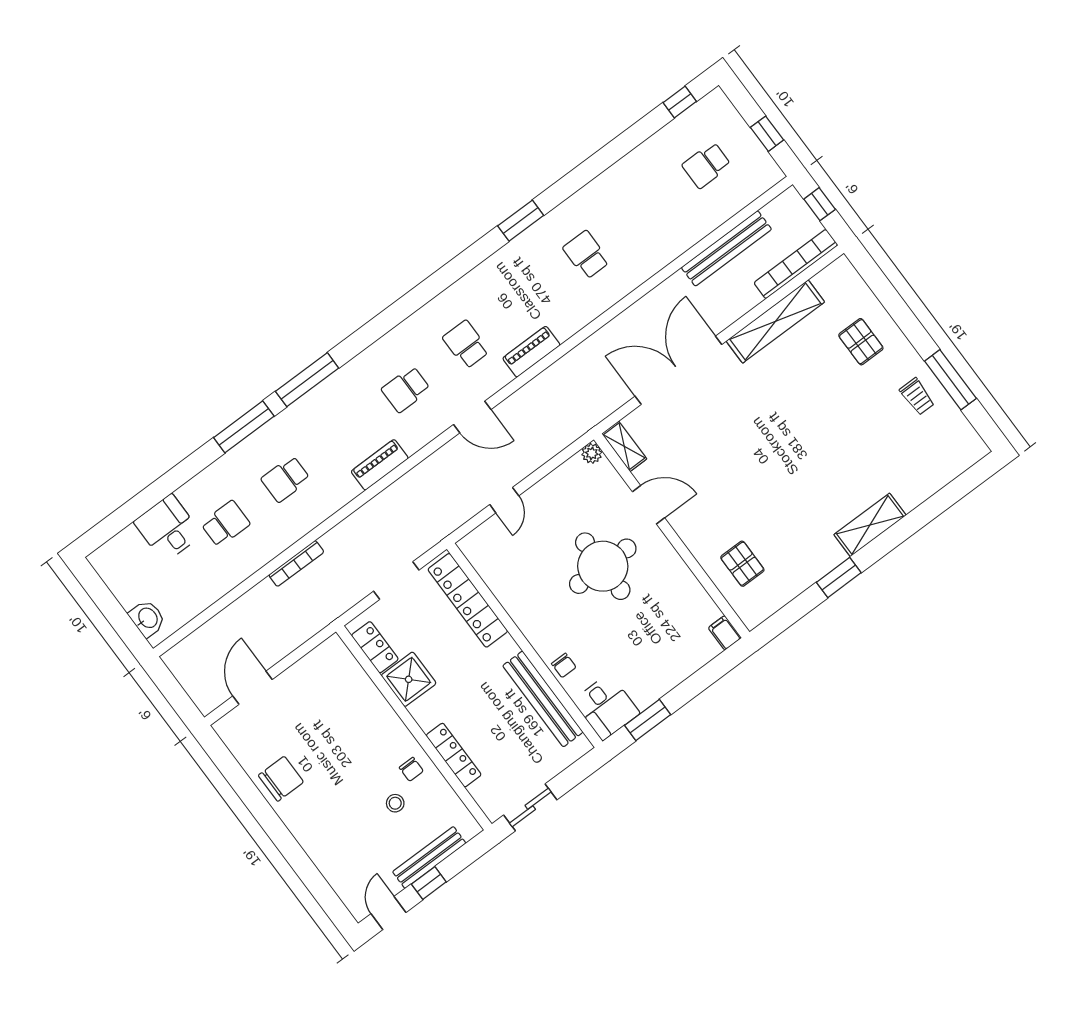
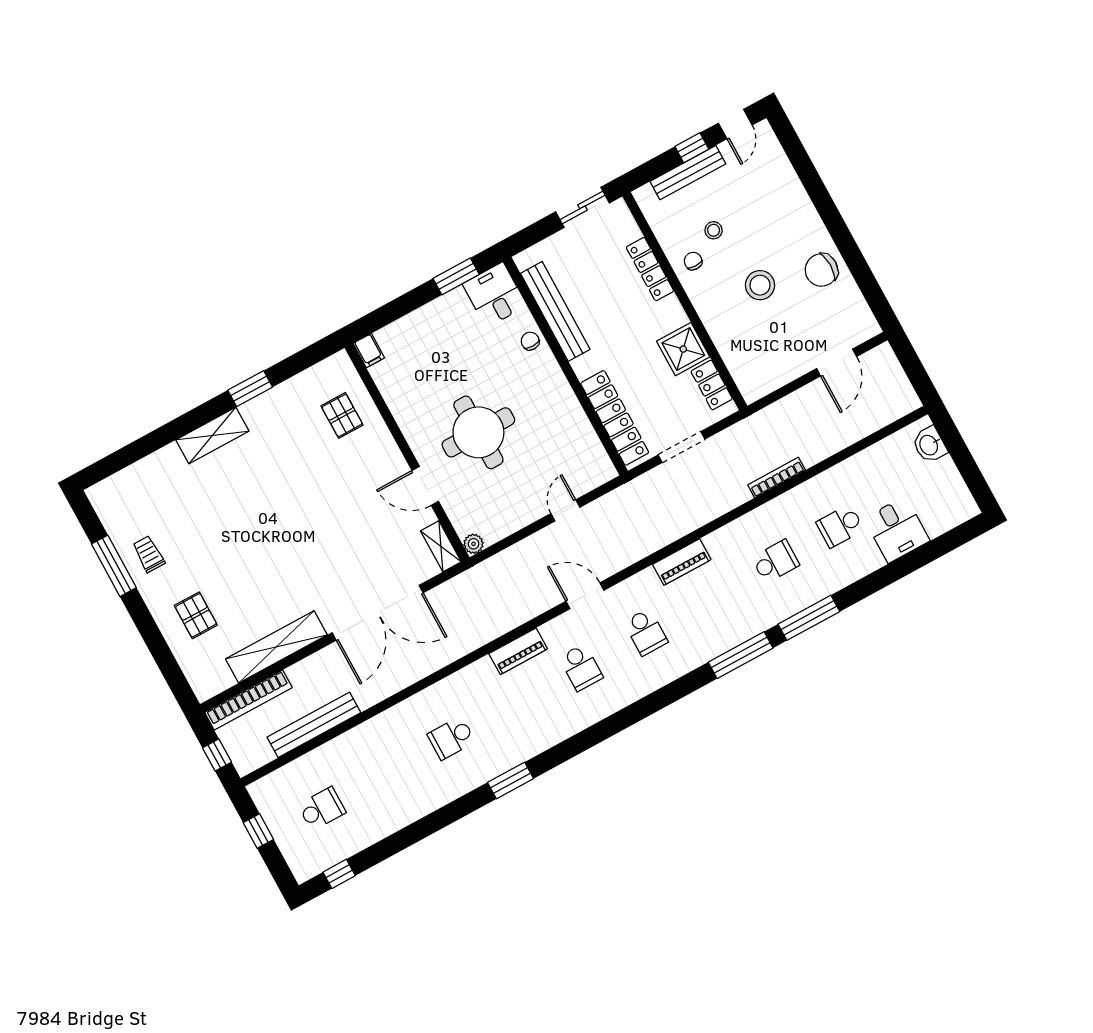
school desk: (586, 255) -> (451, 738), turned 90
school desk: (406, 389) -> (646, 632), turned 90
stool: (341, 755) -> (760, 285), added

